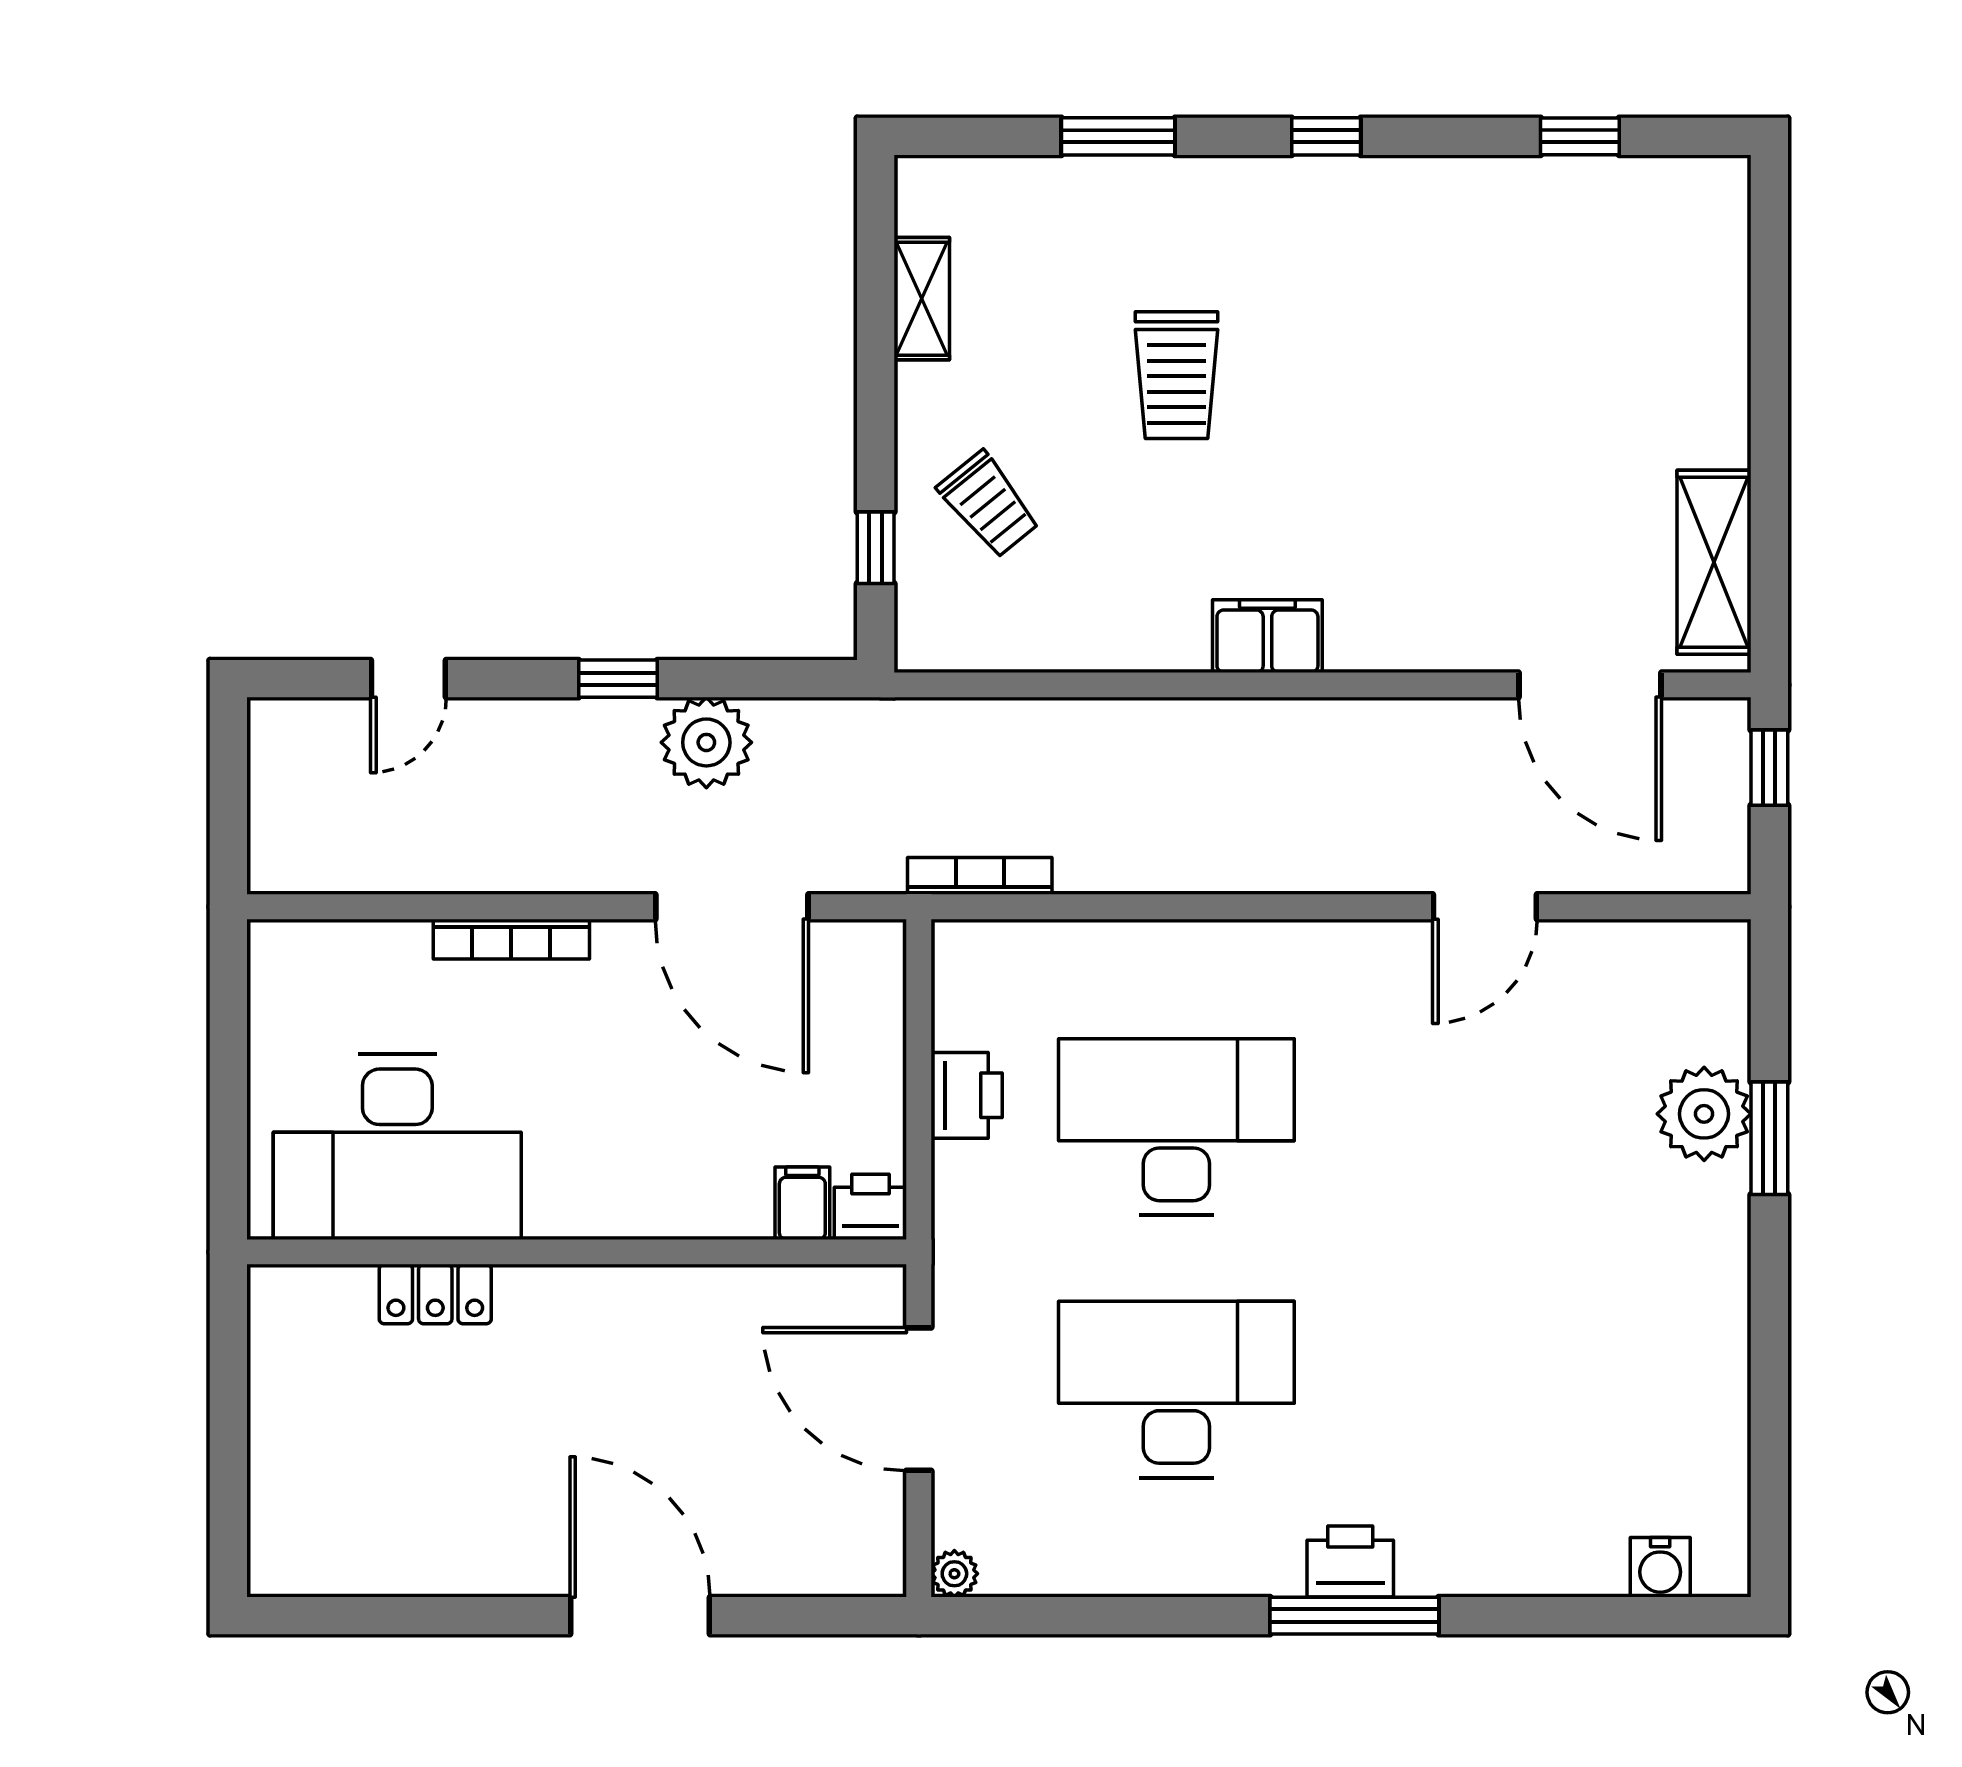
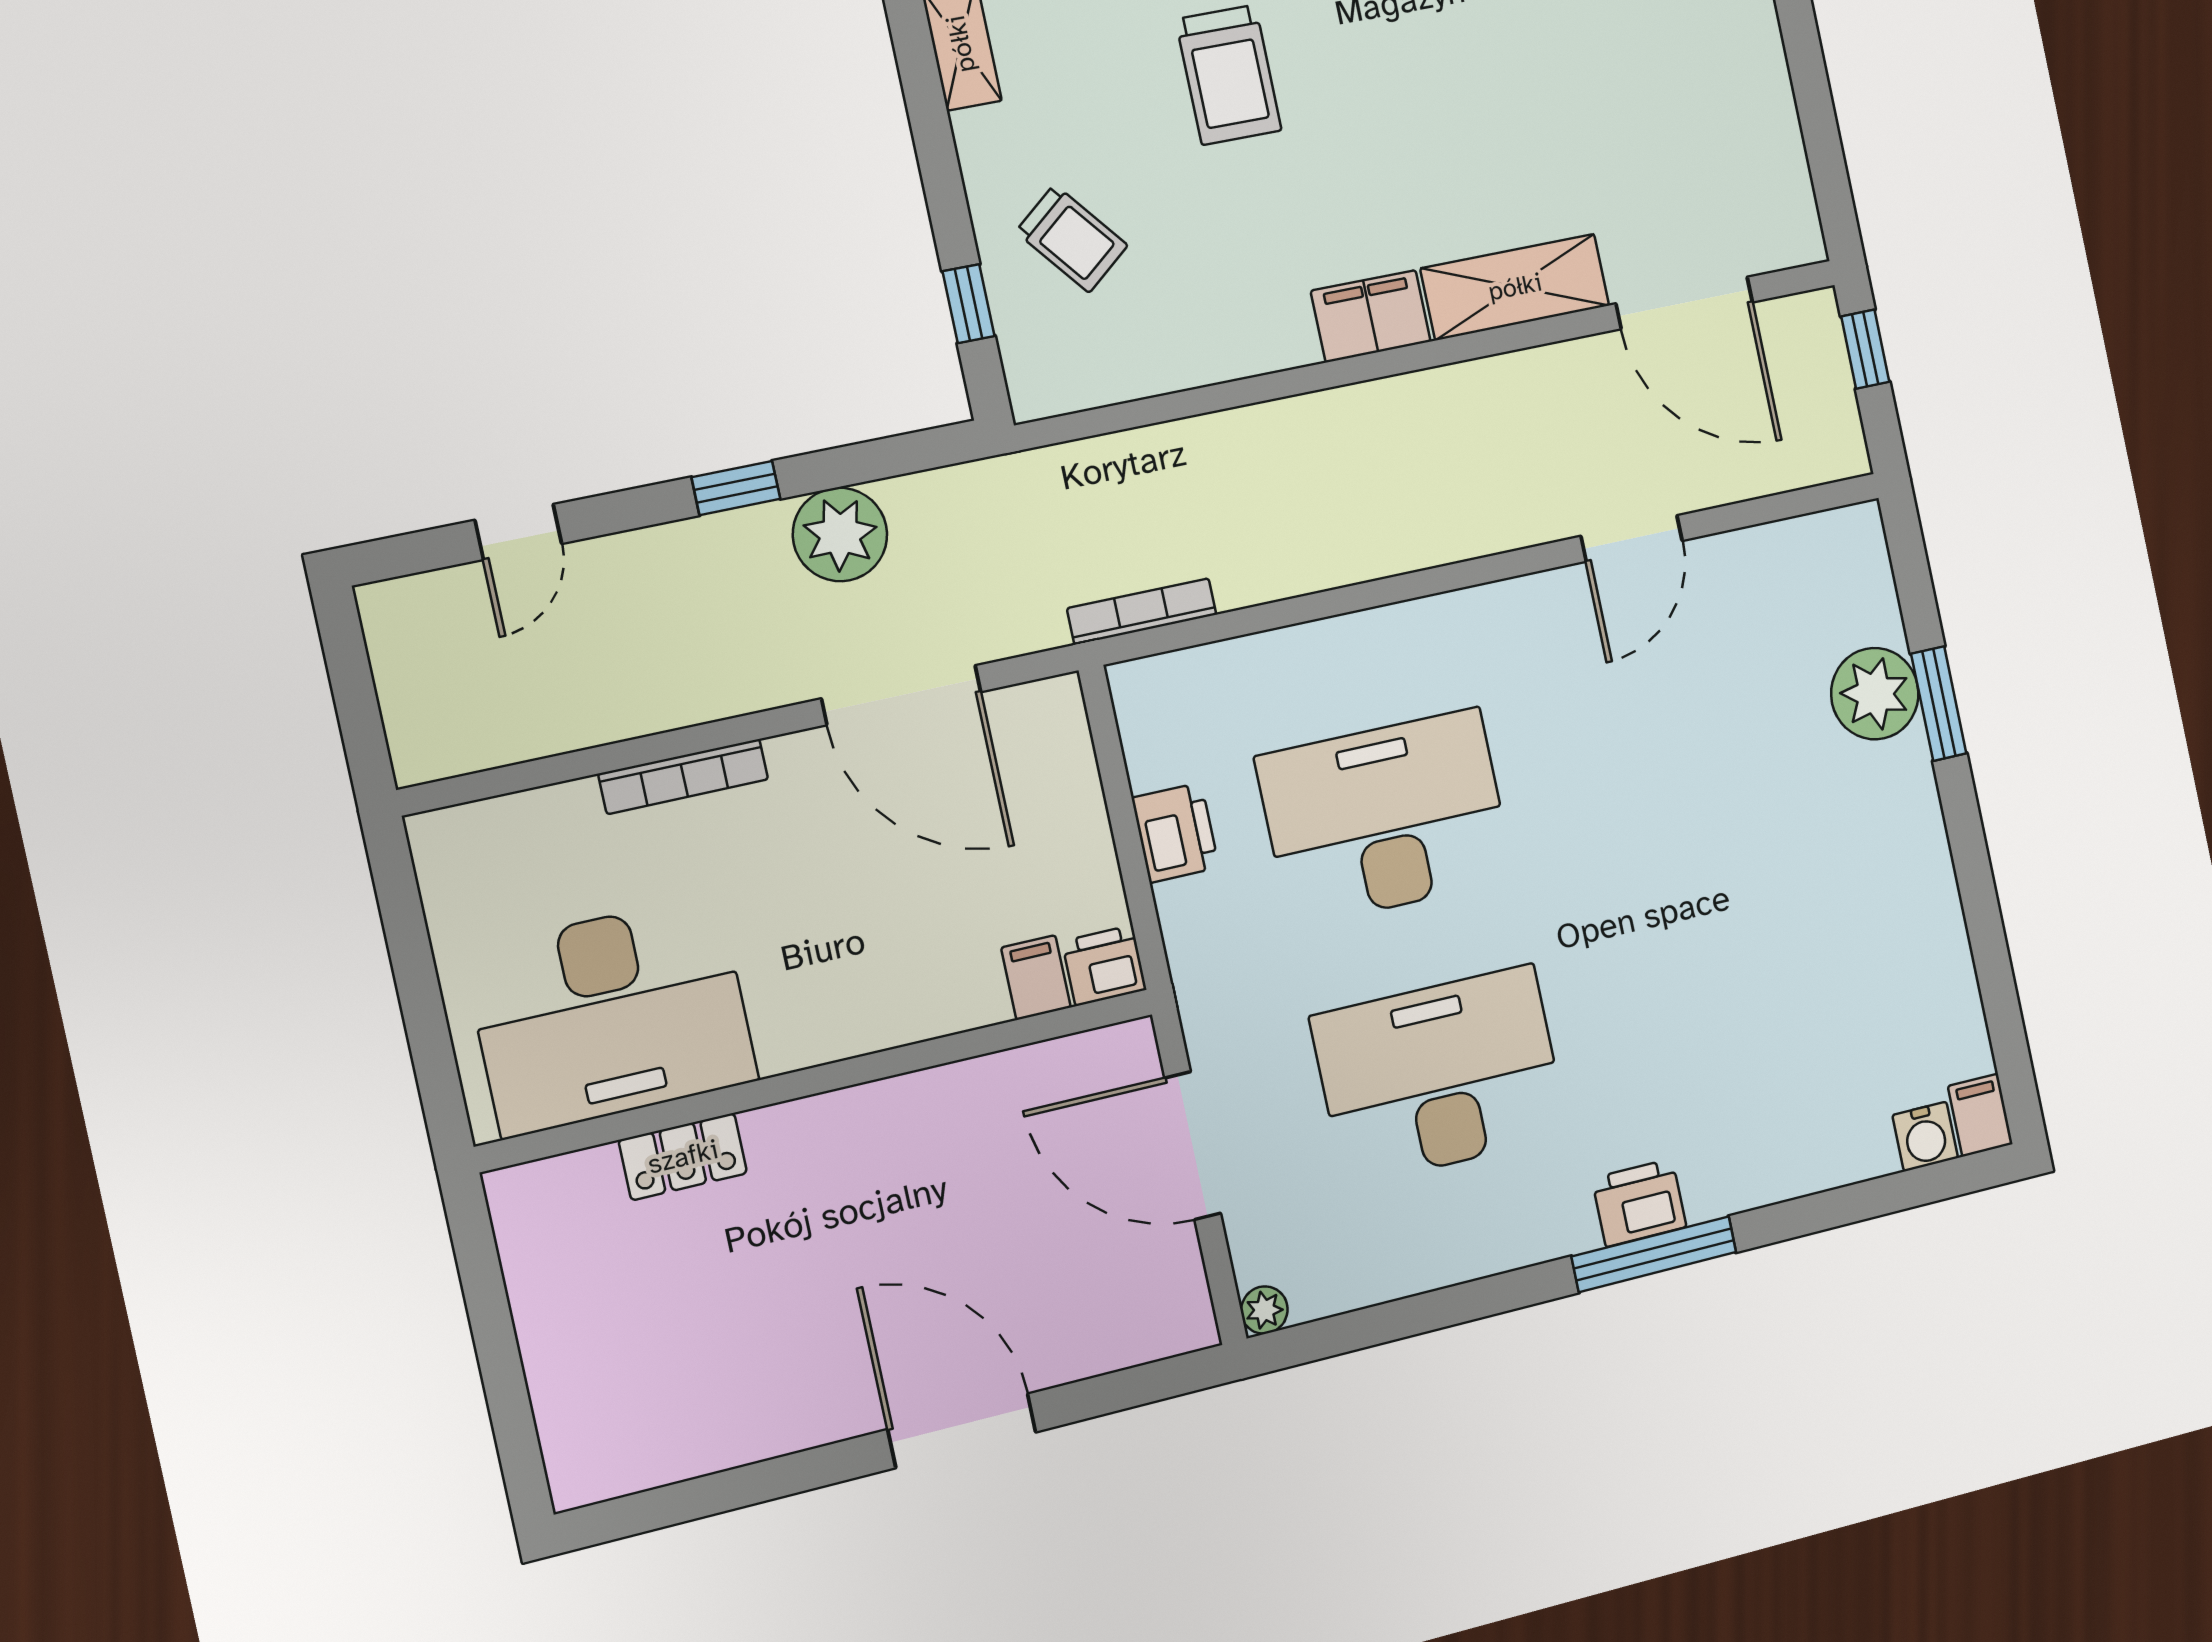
shelving: (1714, 562) -> (1515, 287), moved, turned 90
filing cabinet: (1723, 1560) -> (1980, 1115), added

